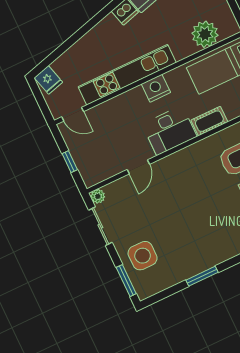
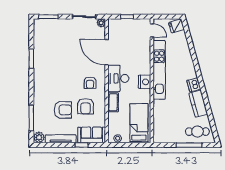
plant: (205, 34) -> (161, 122), removed
door: (73, 114) -> (152, 30), swing flipped
door: (138, 167) -> (107, 52), width x1.88
armchair: (196, 170) -> (90, 83), added
side table: (143, 256) -> (58, 32), removed

